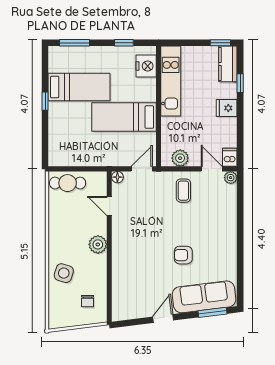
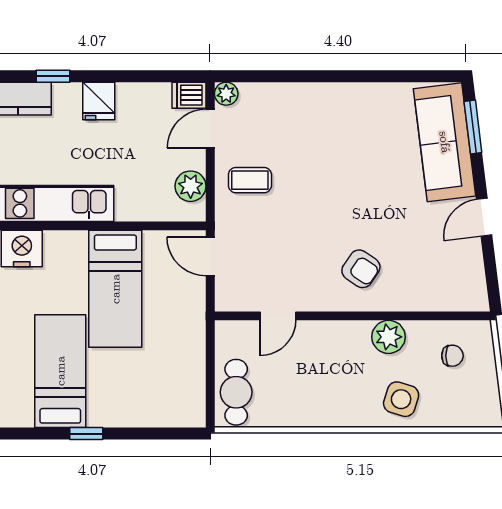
floor lamp: (117, 177) -> (225, 301), removed
plant: (98, 244) -> (389, 337), moved
armchair: (183, 255) -> (361, 269), moved, turned -56
door: (163, 318) -> (484, 217), hinge flipped

